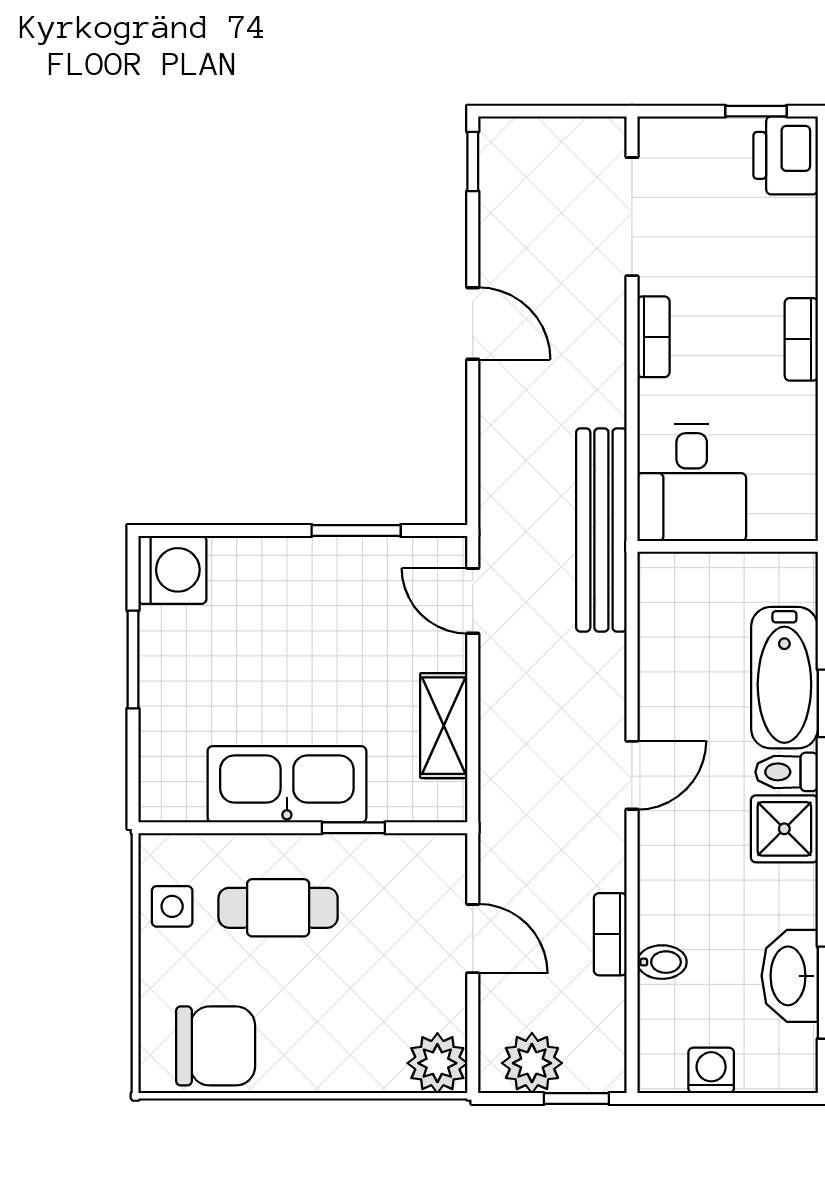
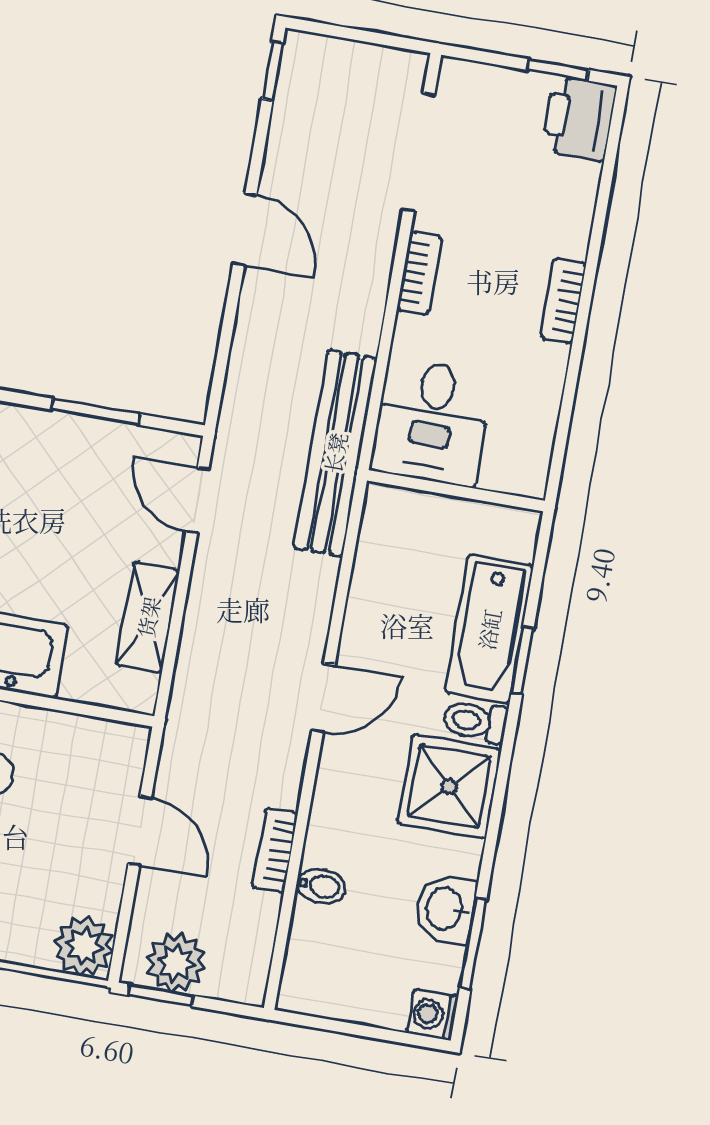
window: (353, 828) -> (42, 702), removed
shower: (784, 829) -> (449, 786), width x1.36, depth x1.36
washbasin: (790, 976) -> (445, 909), width x0.72
washing machine: (711, 1070) -> (432, 1015), moved, turned -90
window: (576, 1098) -> (161, 995), moved

